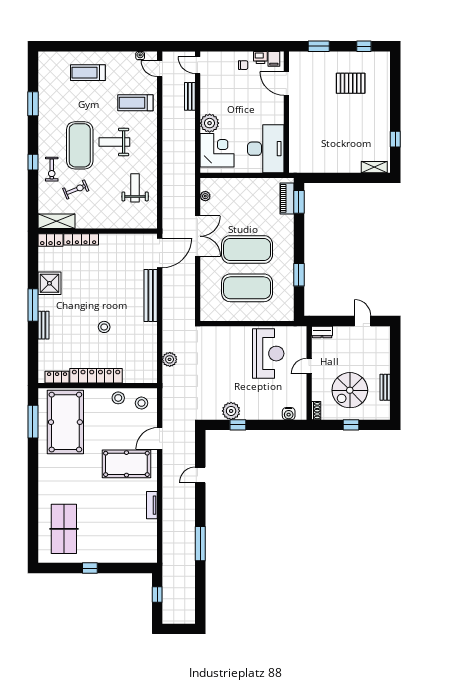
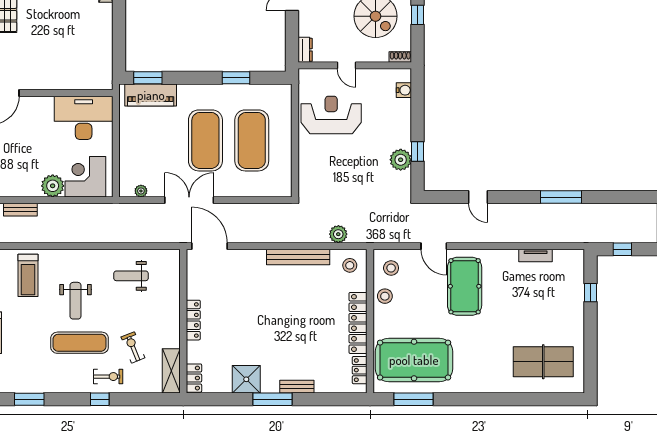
exercise mat: (80, 145) -> (80, 343), width x0.68
piano: (287, 198) -> (151, 95), width x1.37, depth x1.33
locker: (81, 239) -> (193, 320), moved
bench: (151, 295) -> (298, 257), moved
stool: (104, 327) -> (350, 265), moved
tv unit: (152, 505) -> (536, 255), moved
window: (90, 568) -> (591, 293), moved

